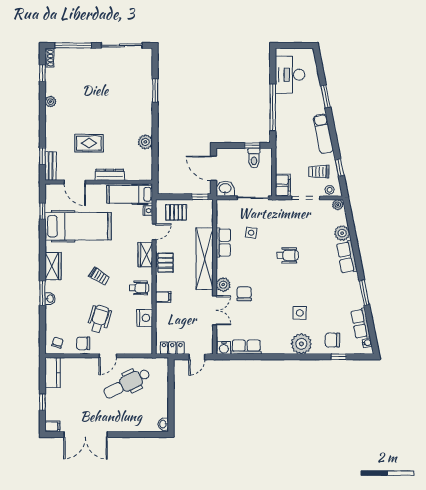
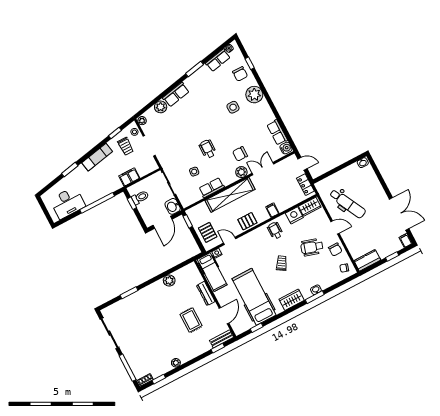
filing cabinet: (283, 185) -> (129, 177), moved
wardrobe: (145, 255) -> (310, 207), moved
wheelchair: (287, 255) -> (208, 149), moved

